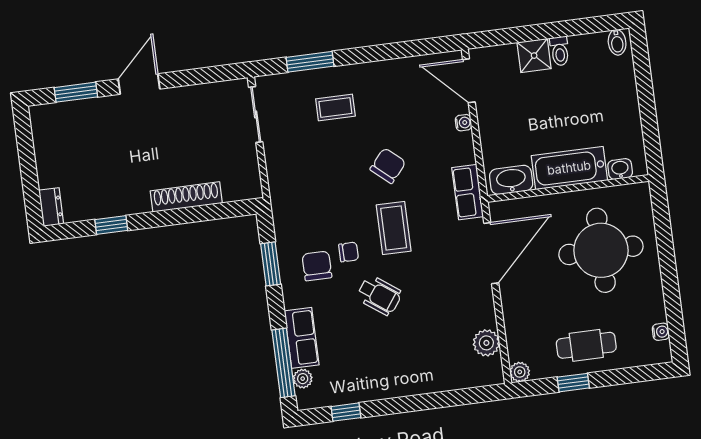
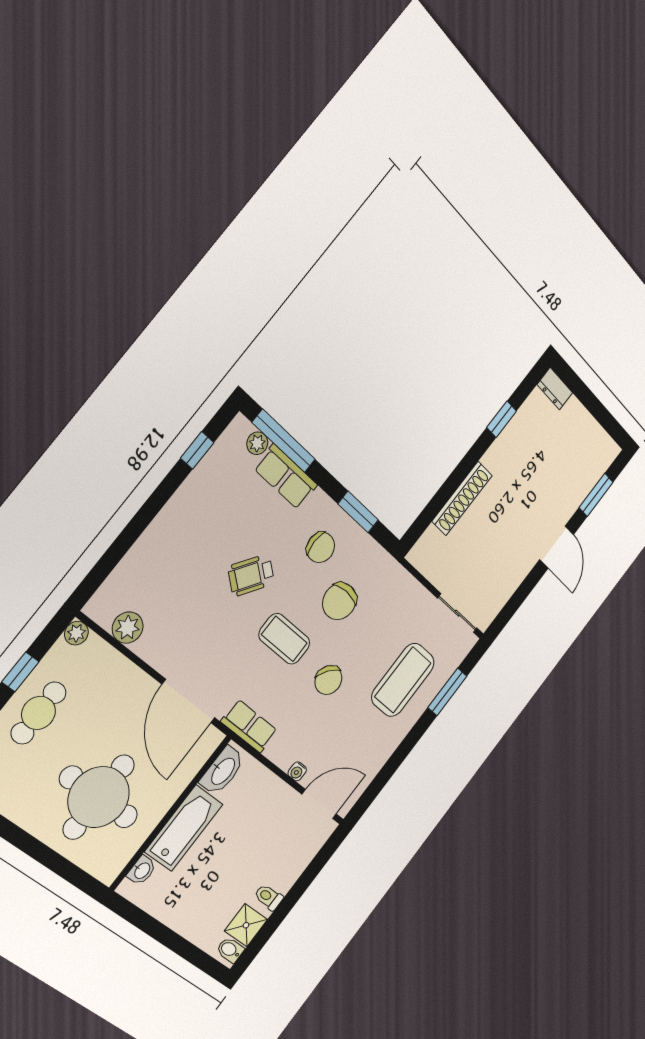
shower: (534, 56) -> (246, 925), moved
coffee table: (335, 107) -> (403, 680), width x1.86, depth x1.72
chair: (349, 252) -> (339, 601), moved, width x1.87, depth x1.87

